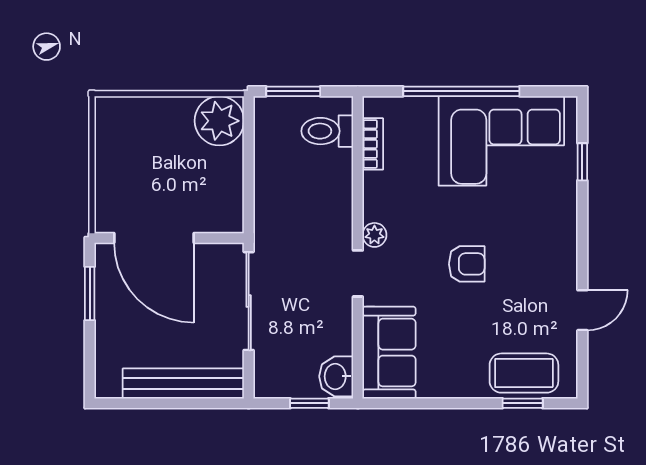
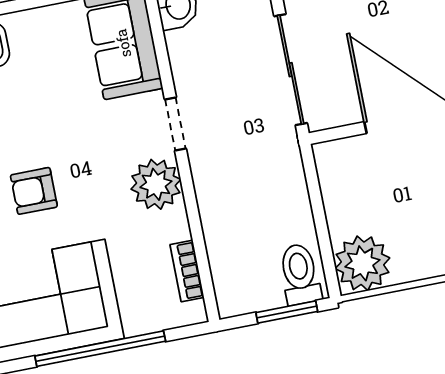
toilet: (327, 131) -> (300, 274), moved, turned -90
plant: (374, 235) -> (156, 184), width x1.88, depth x1.88
armchair: (467, 264) -> (34, 191), moved

